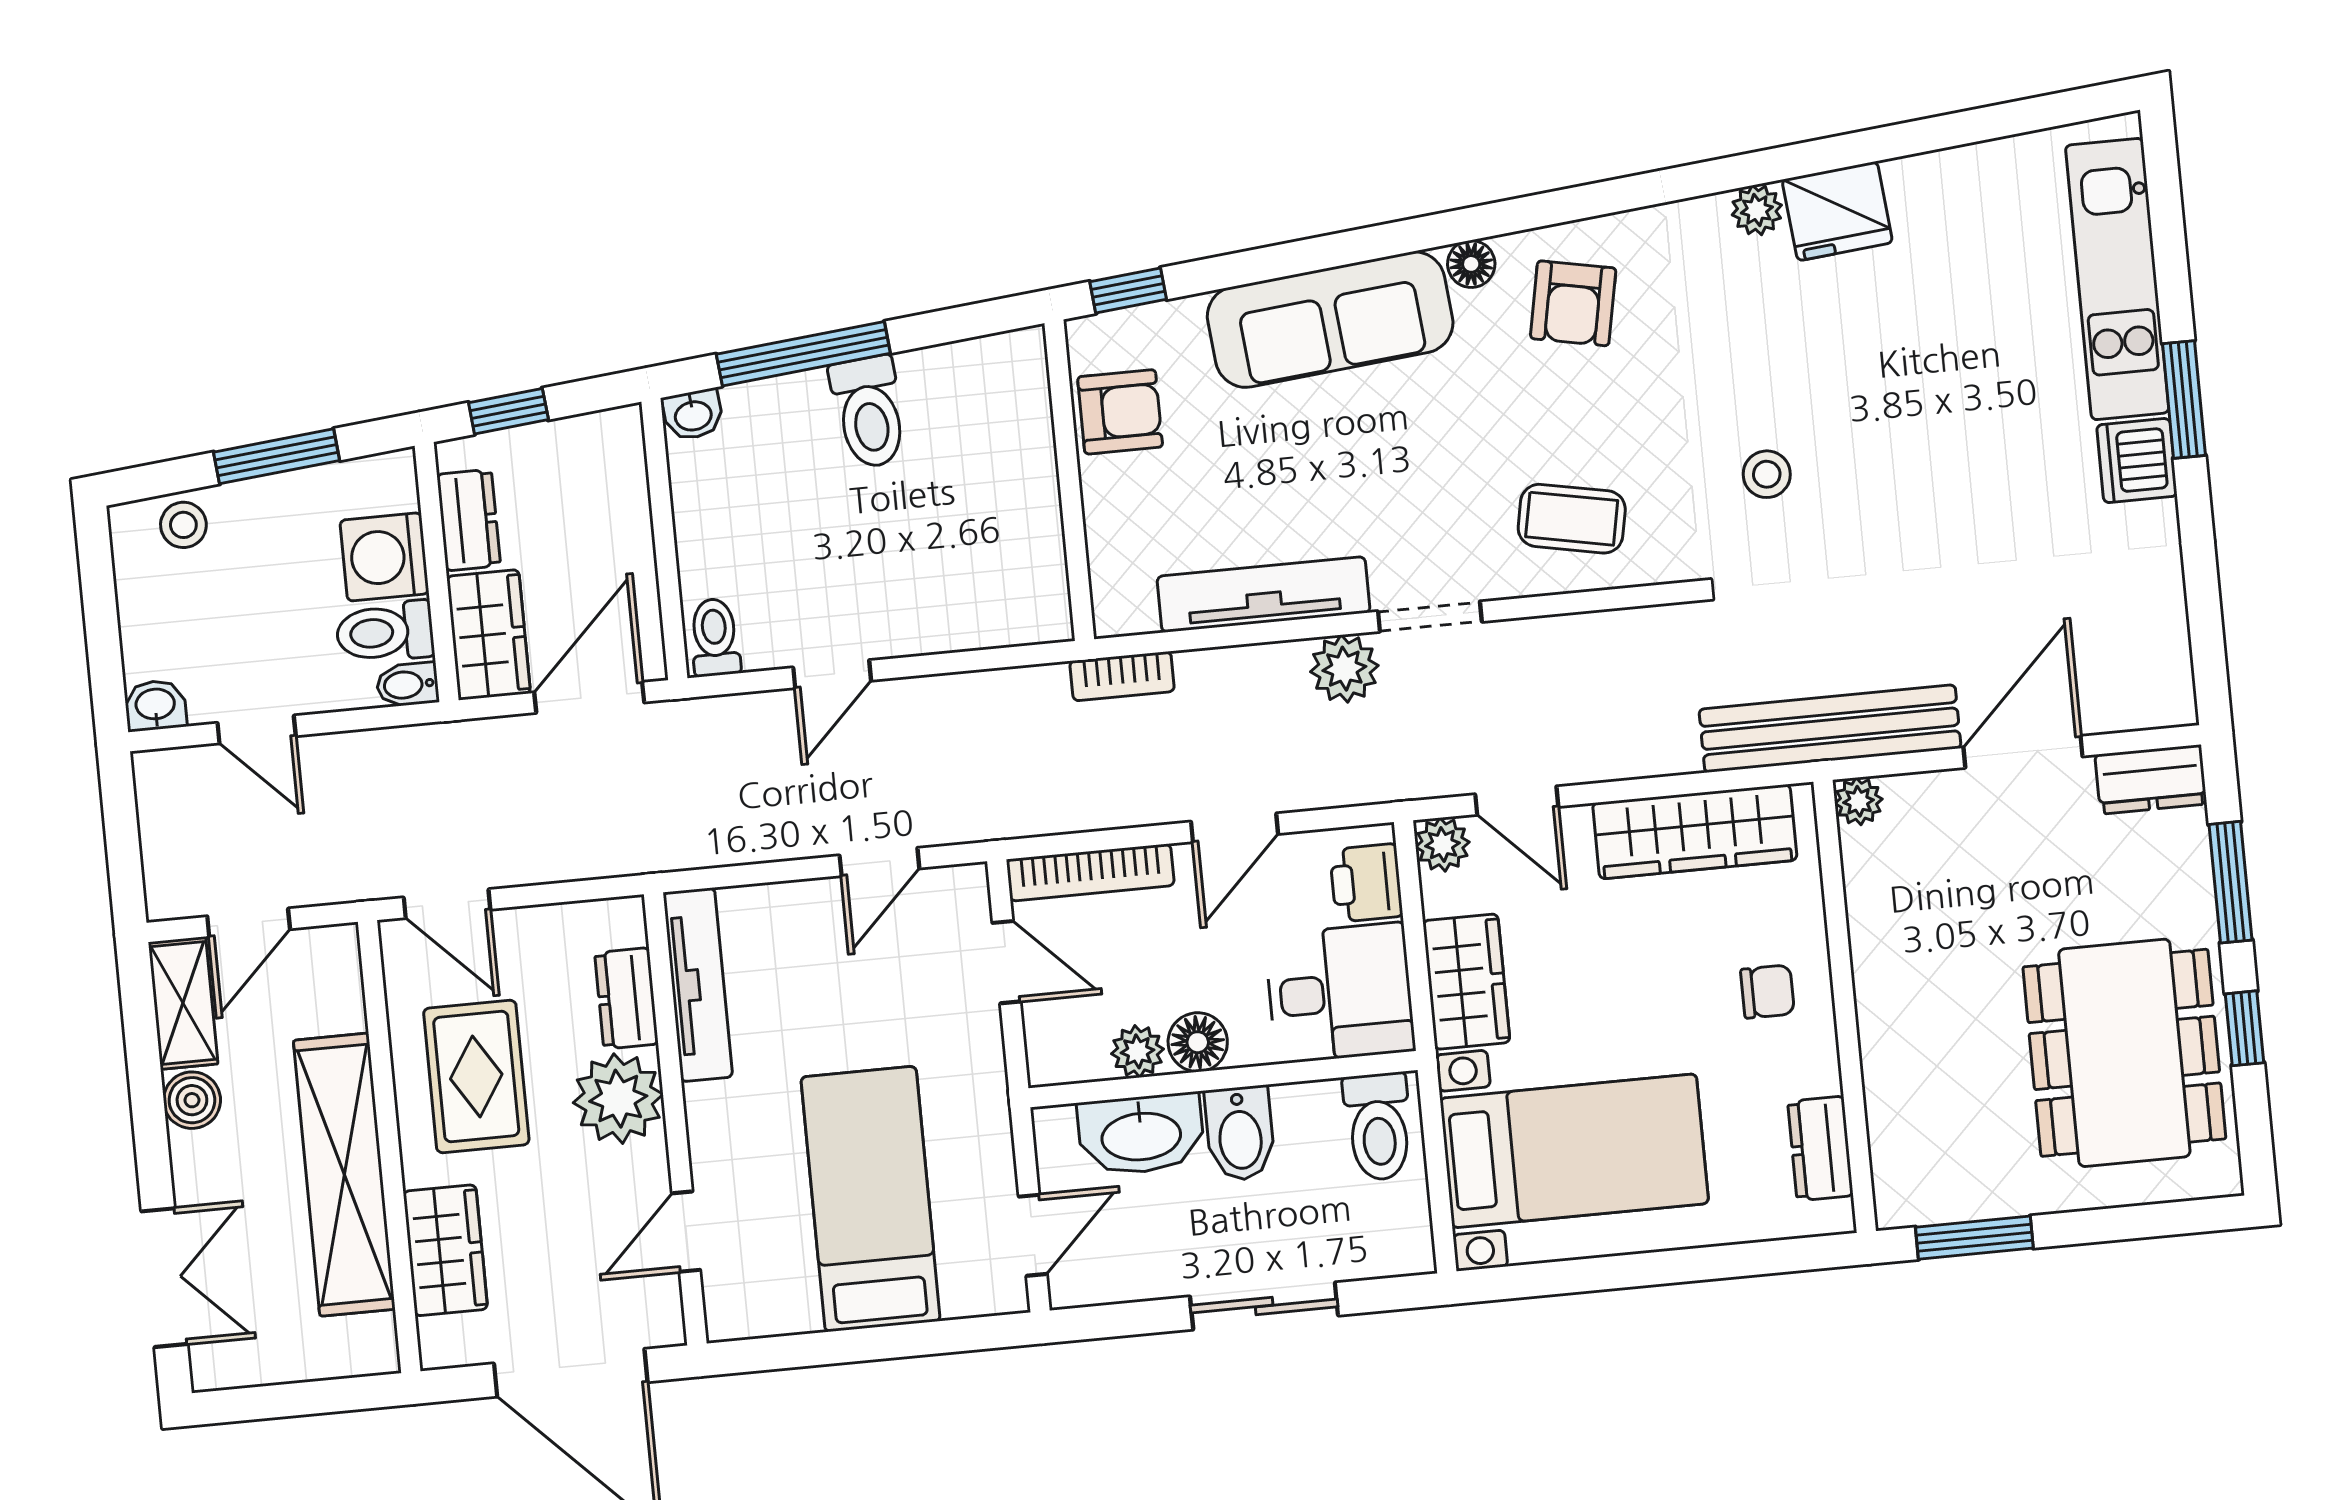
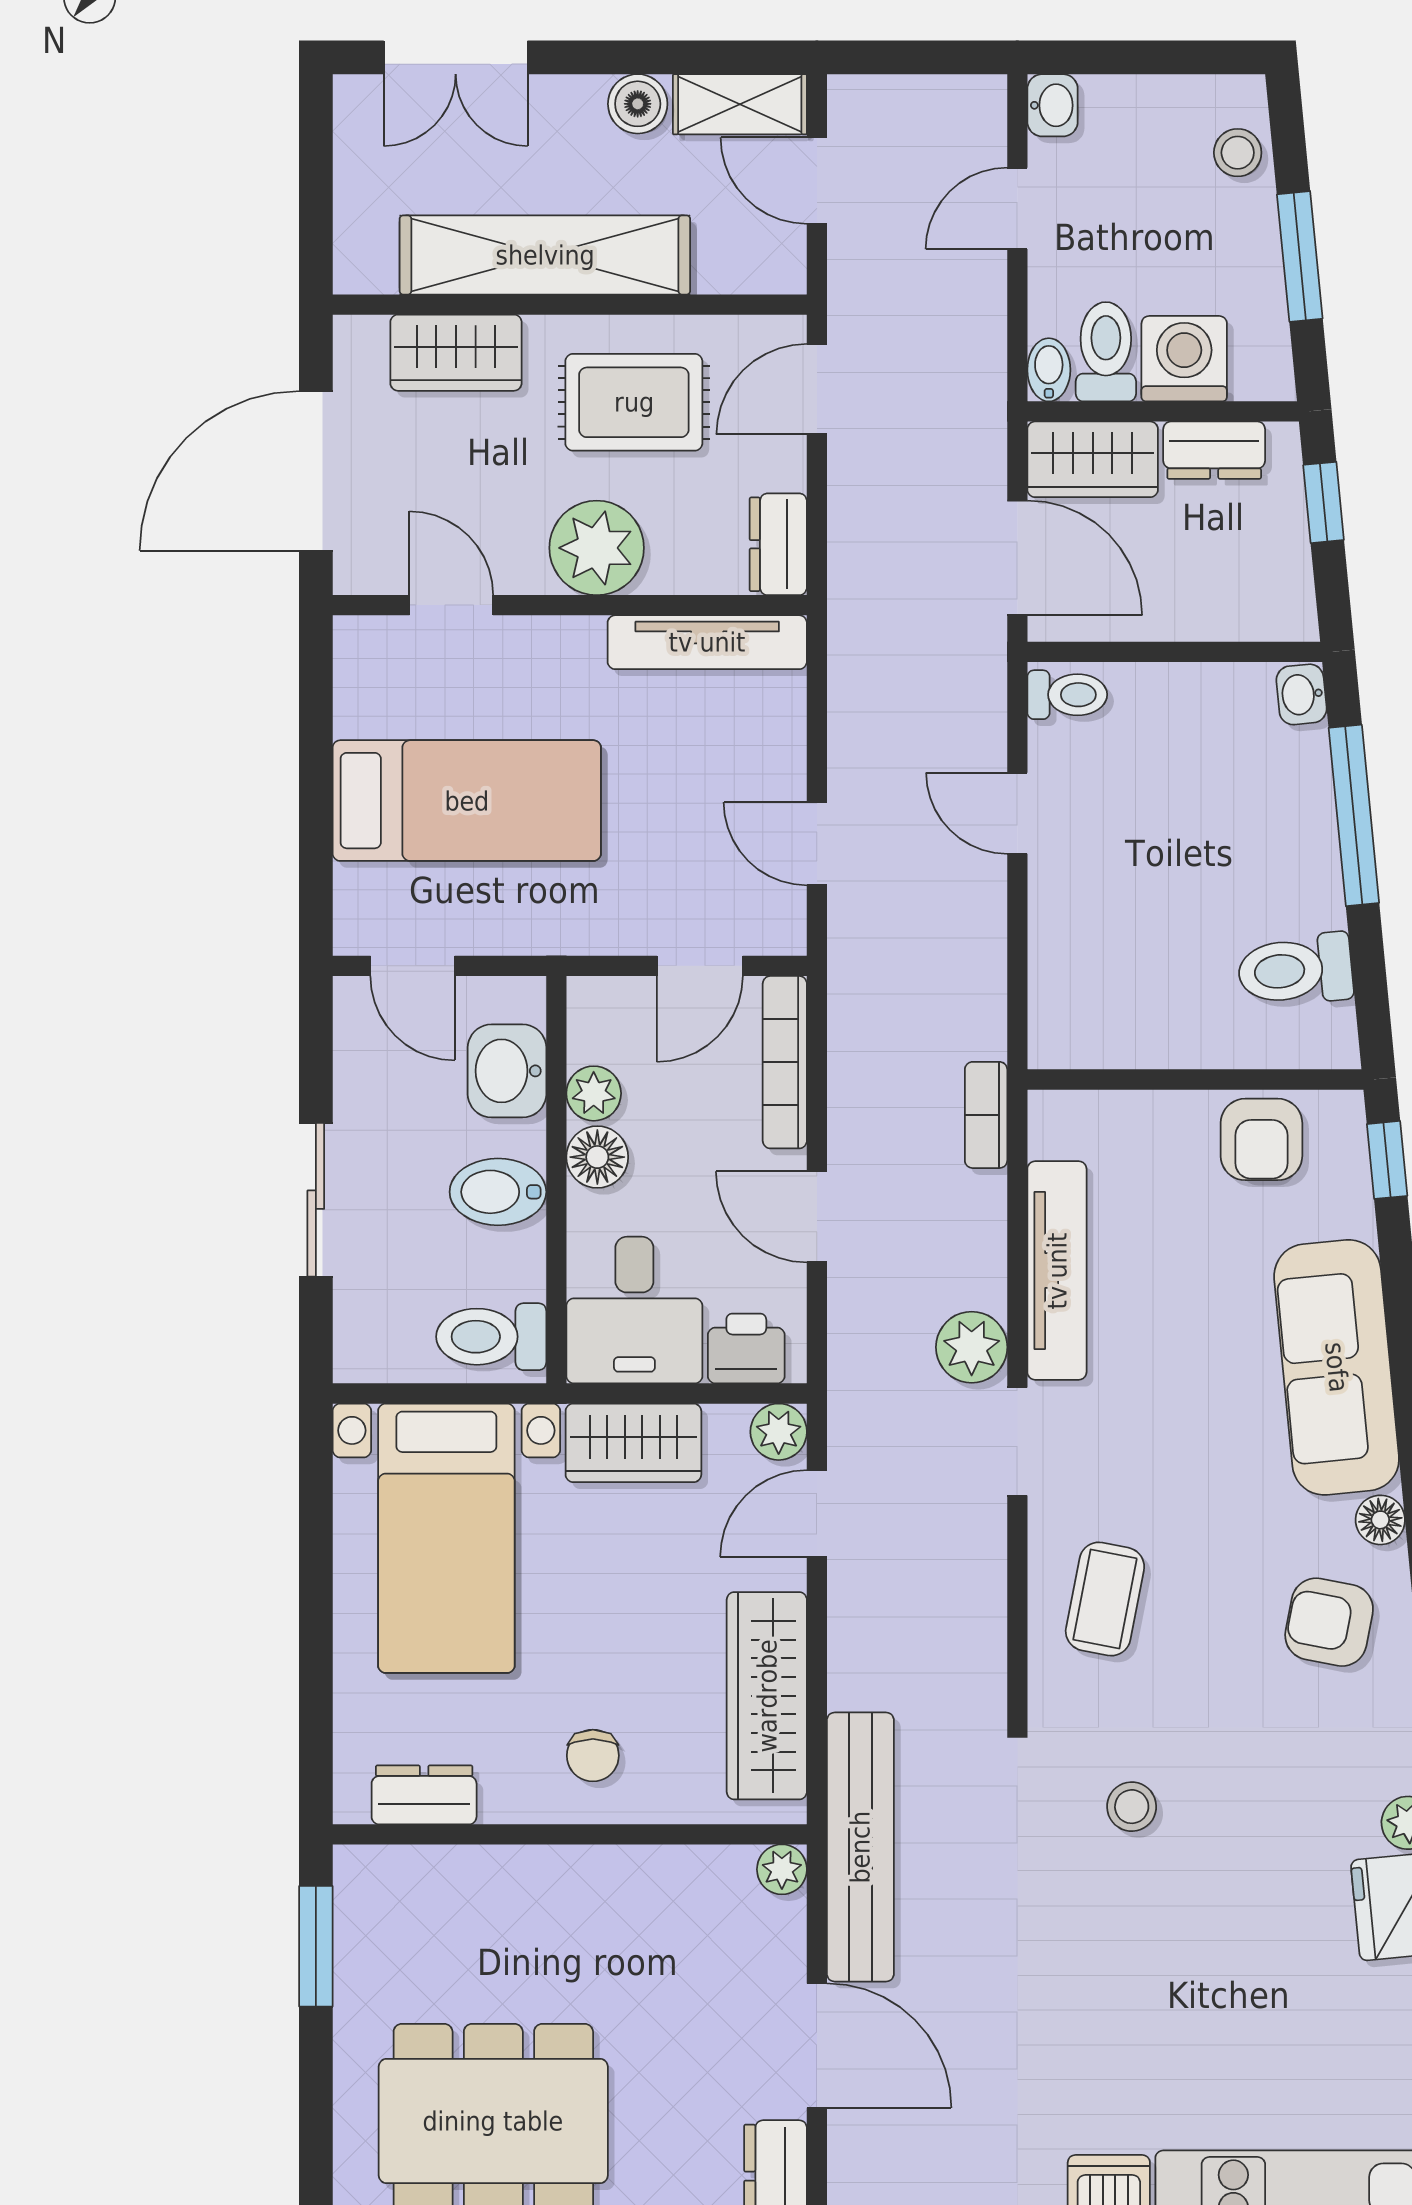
toilet: (869, 412) -> (1295, 970), moved
dresser: (626, 998) -> (778, 544), moved, turned -90
washbasin: (1141, 1134) -> (507, 1071), width x0.72

